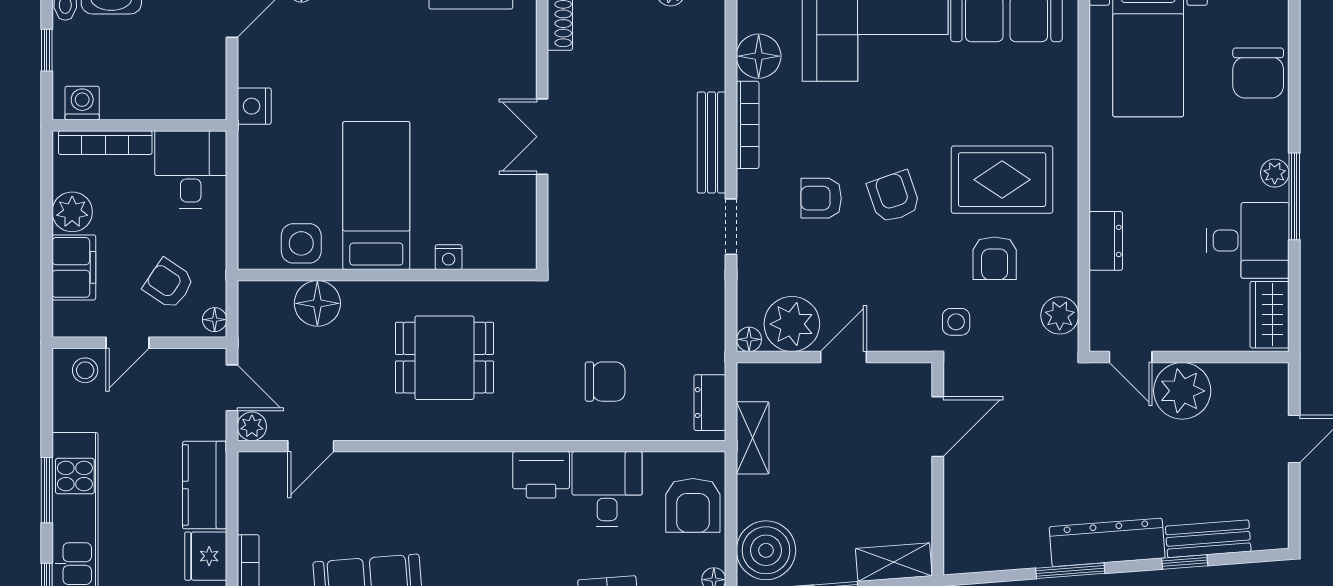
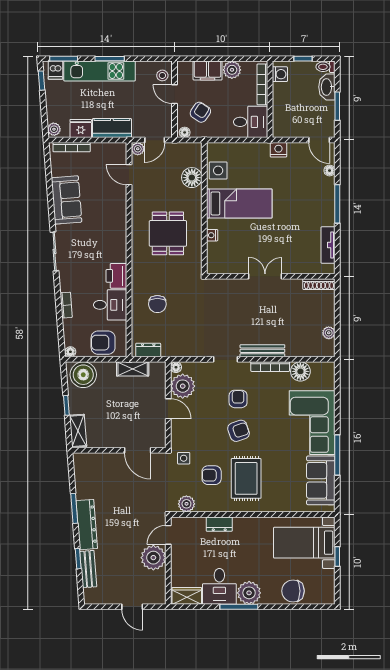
plant: (1275, 173) -> (249, 593), width x1.88, depth x1.88

